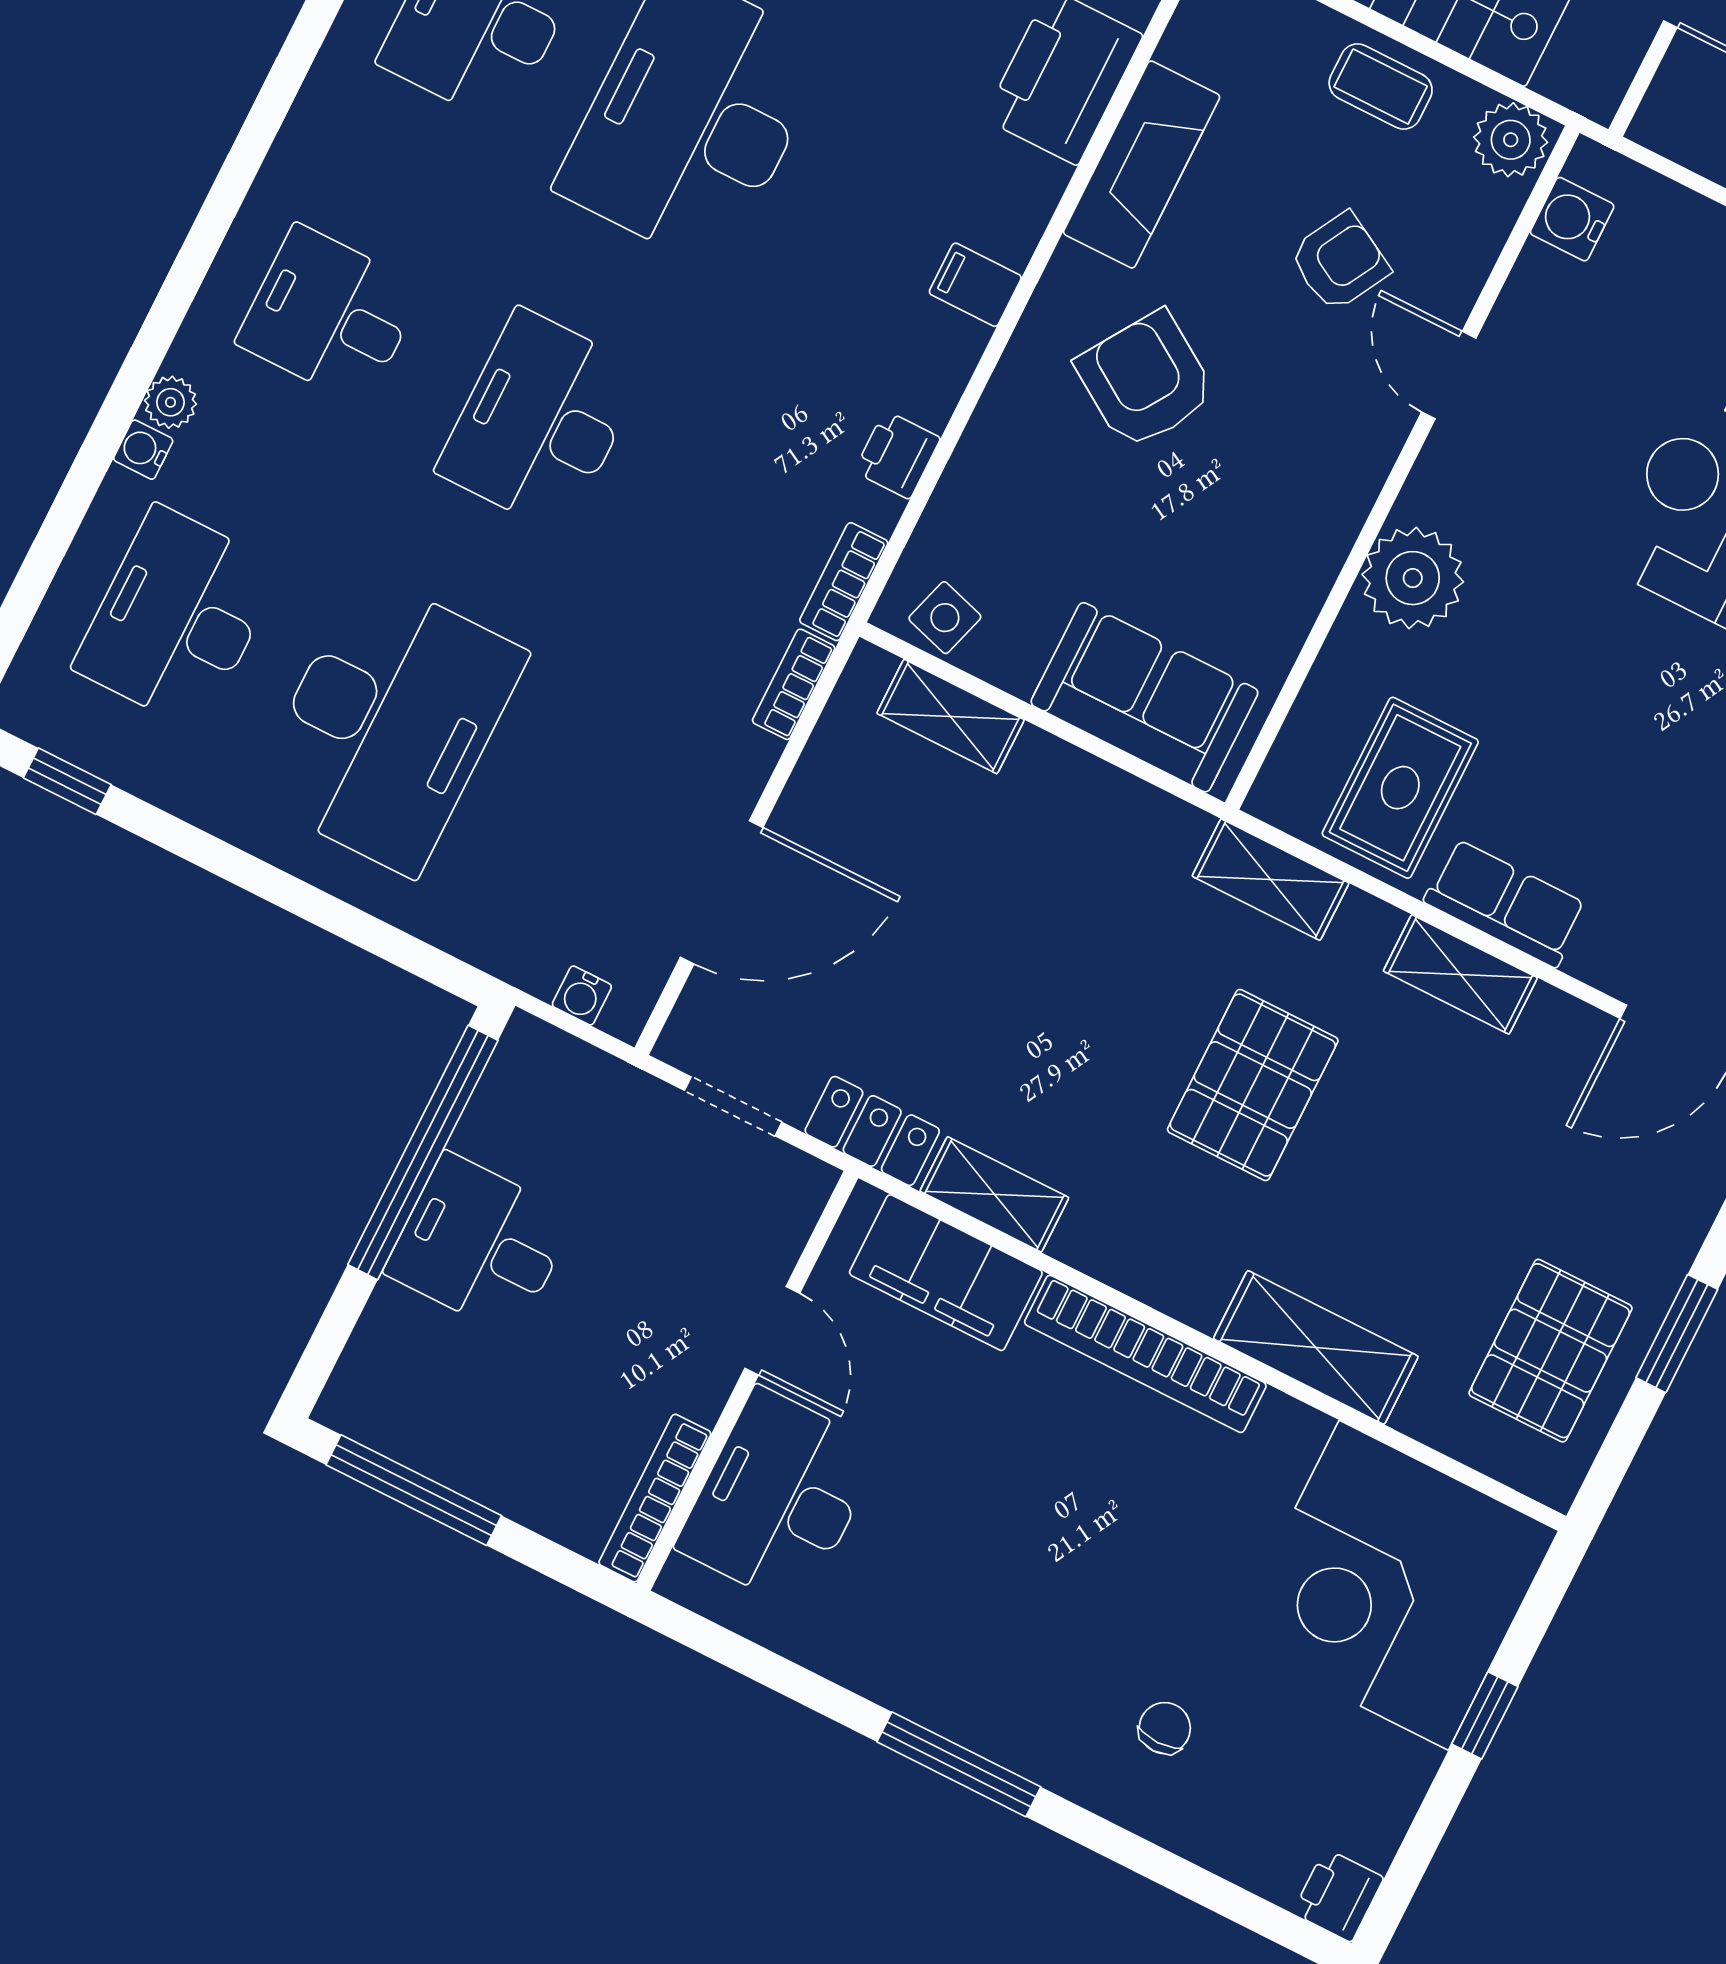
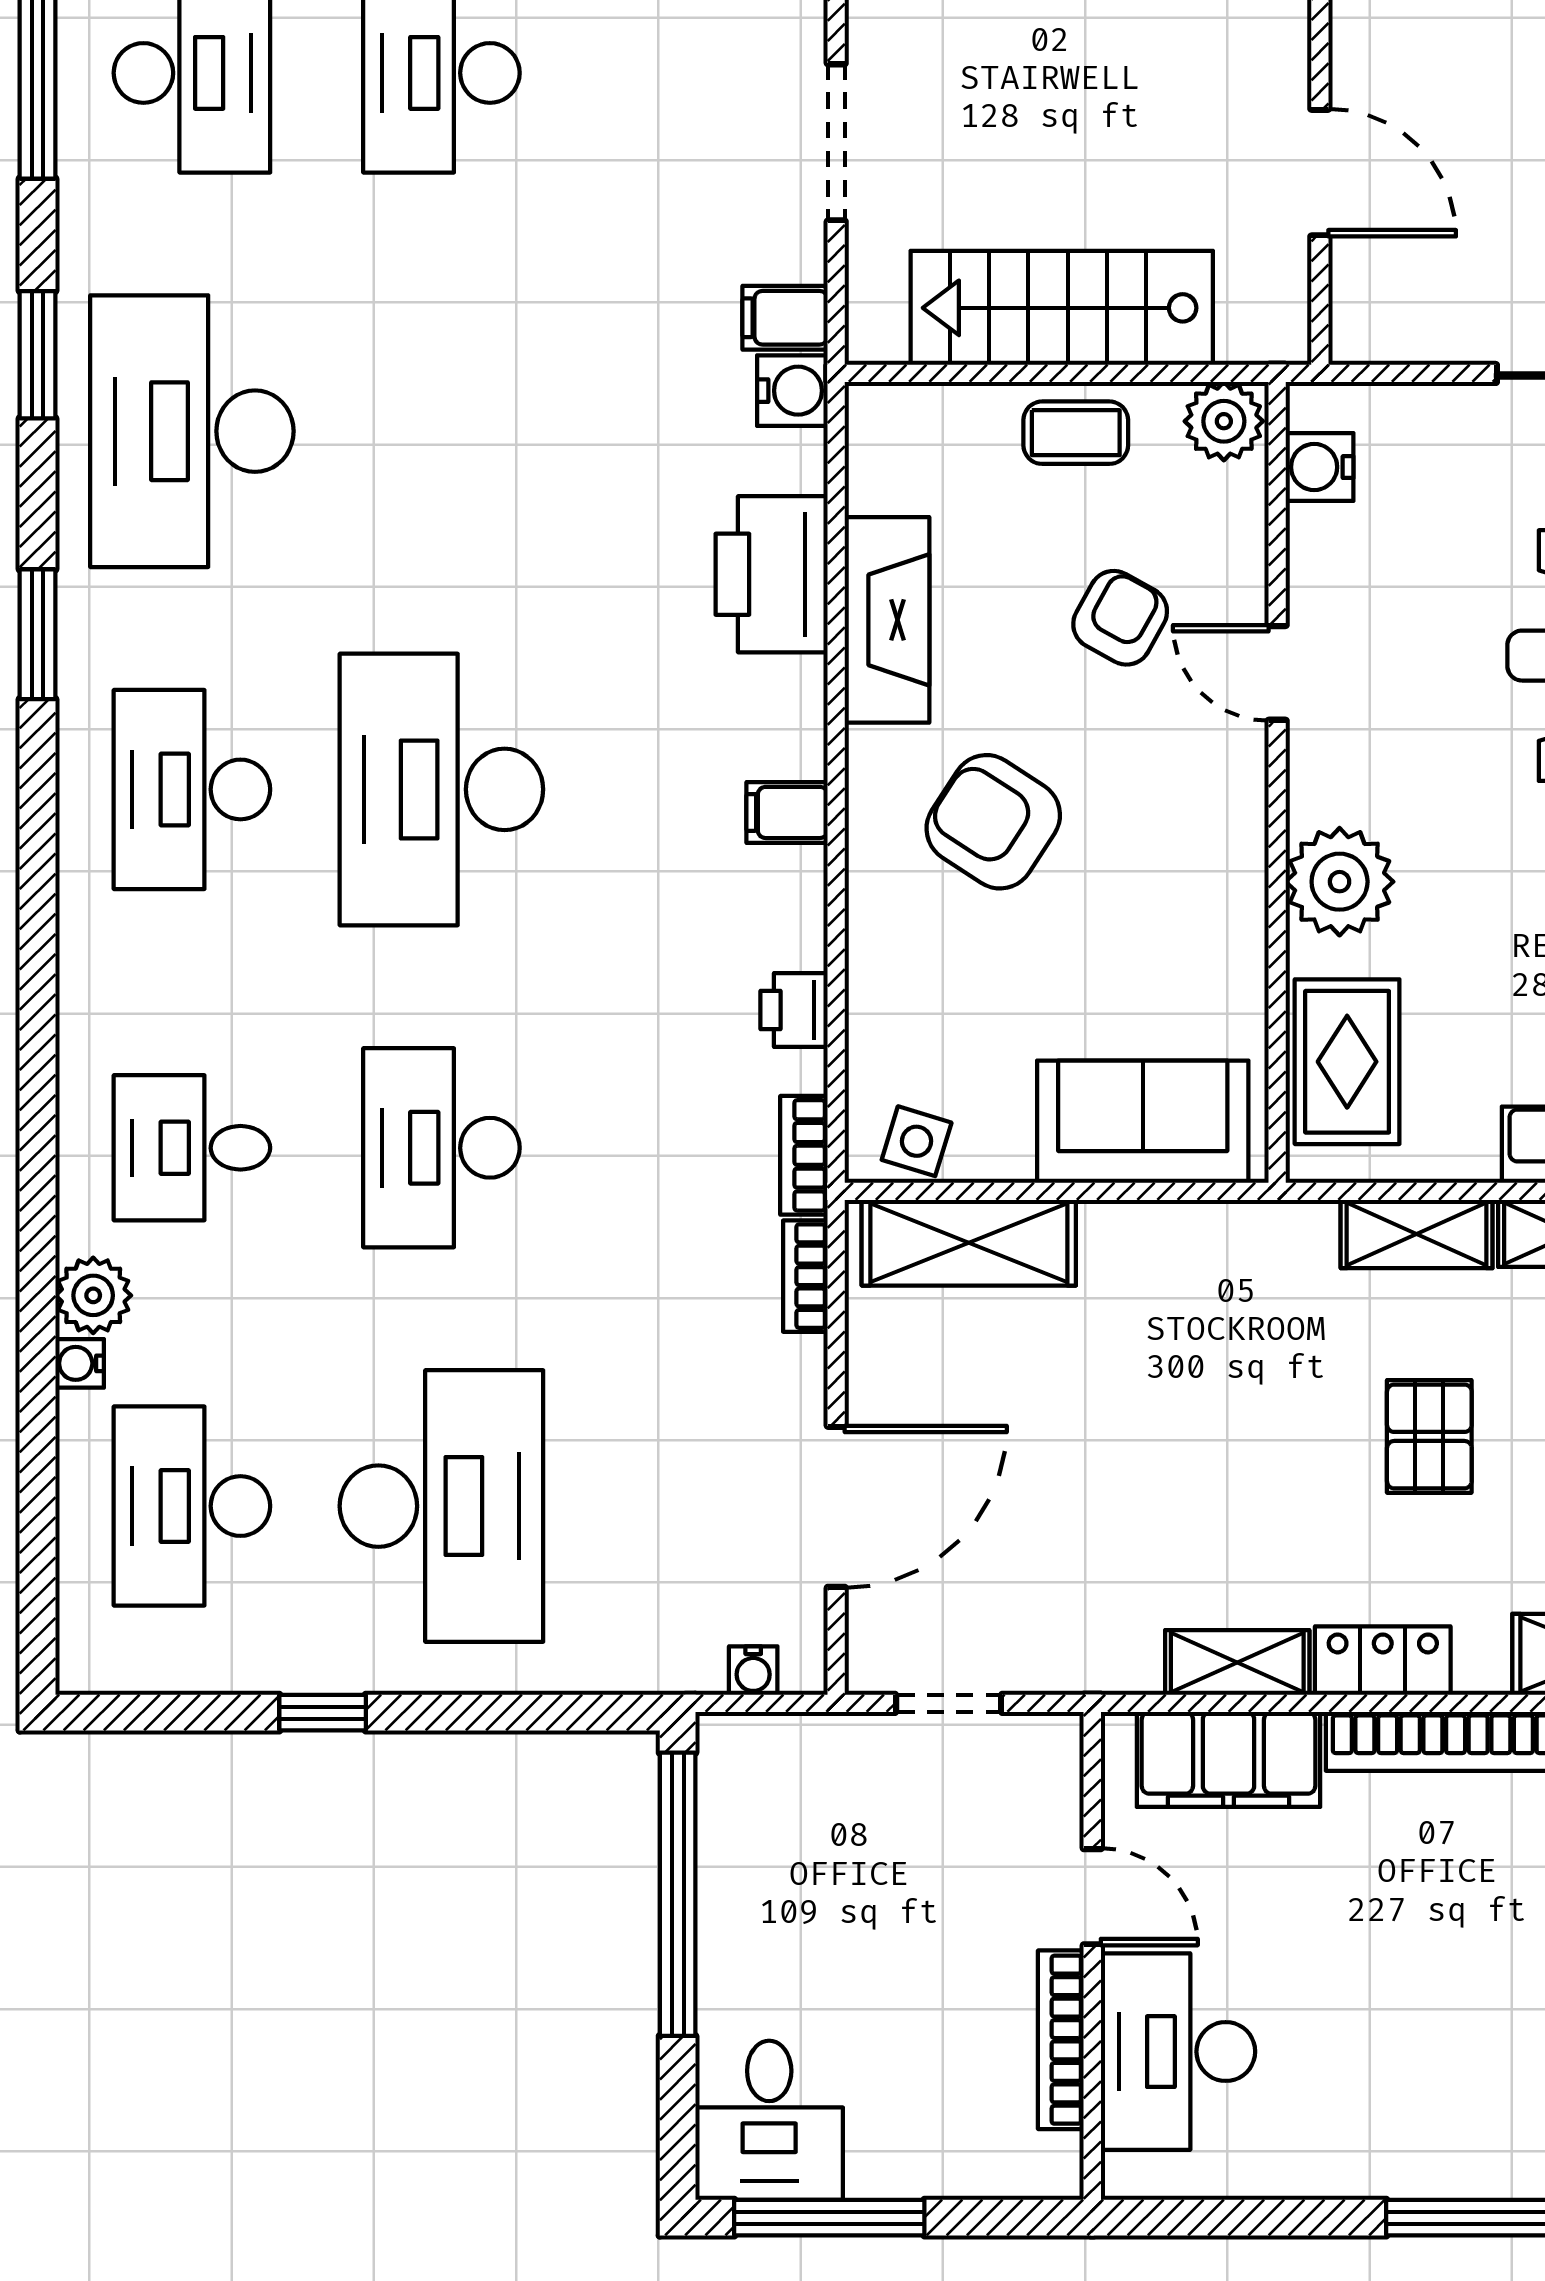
plant: (170, 402) -> (93, 1295), width x1.38, depth x1.38
shelving: (951, 717) -> (969, 1243), width x1.50, depth x1.33
window: (67, 781) -> (323, 1713), moved
rug: (1400, 788) -> (1347, 1062), moved
shelving: (1271, 880) -> (1417, 1234), moved
pallet: (1253, 1085) -> (1429, 1436), width x0.67, depth x0.71
locker: (872, 1131) -> (1383, 1661), moved
desk: (480, 1244) -> (769, 2120), moved, turned -90
bookcase: (655, 1498) -> (1061, 2040), moved

